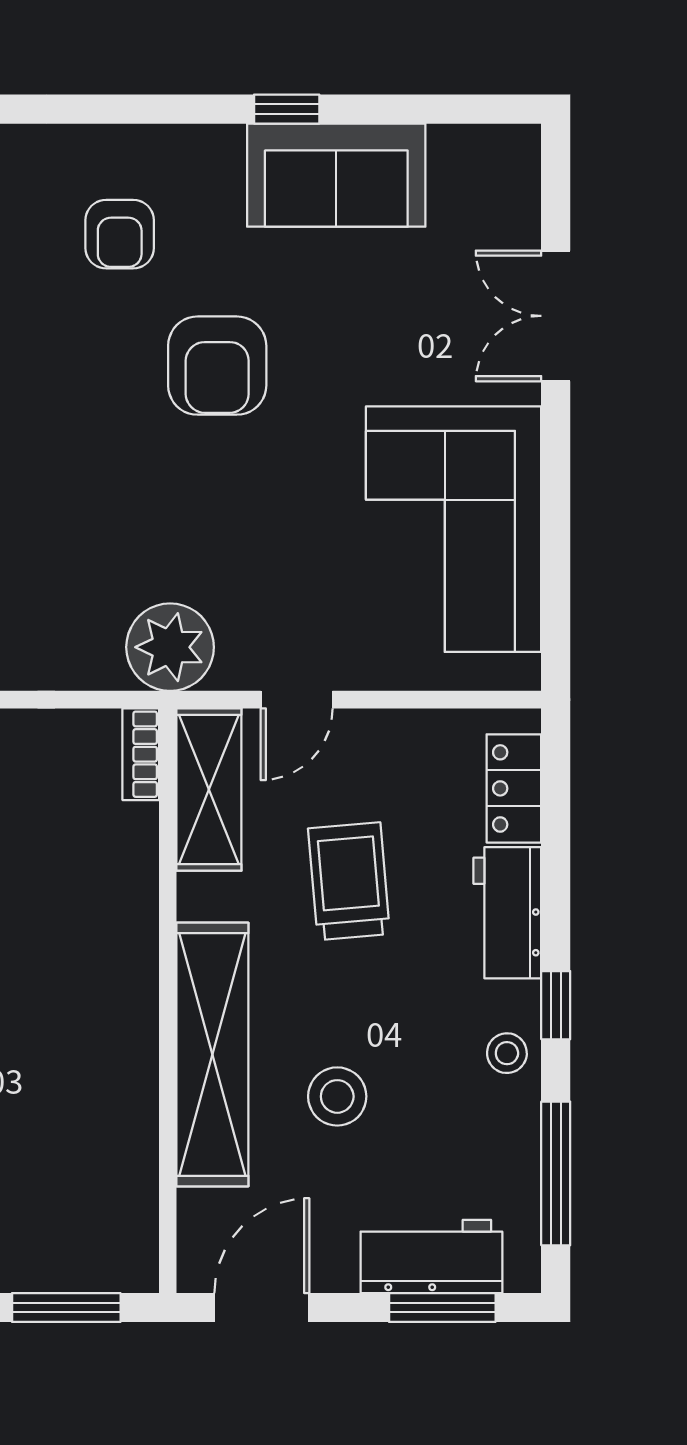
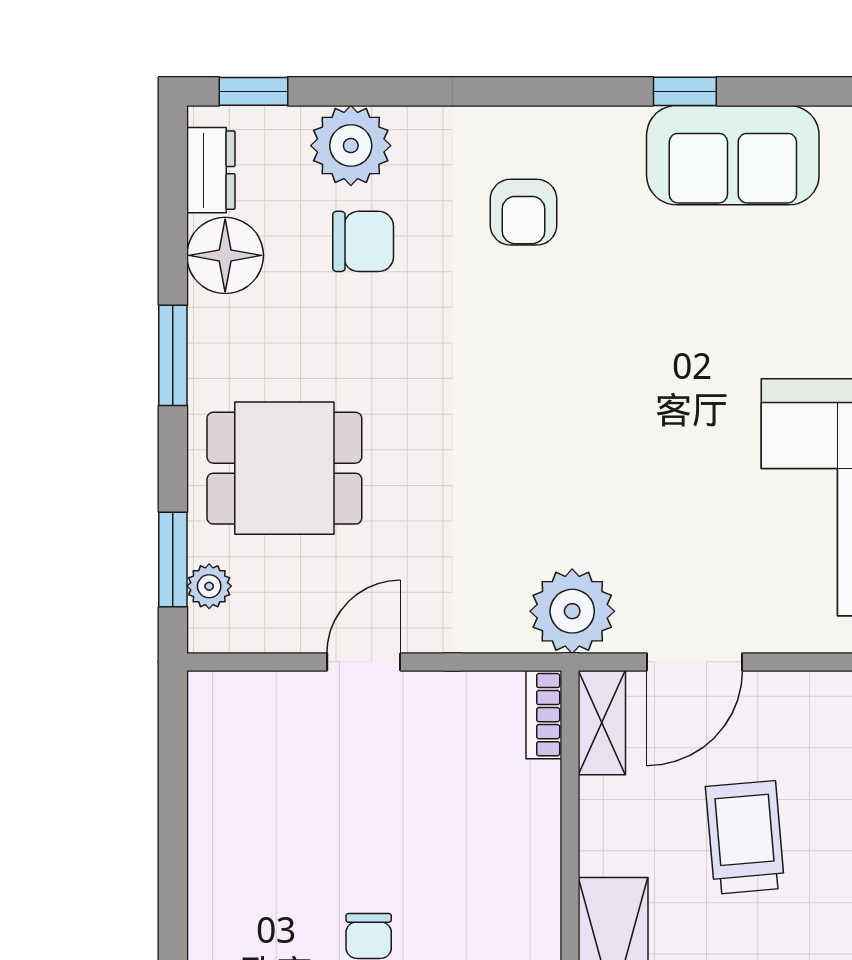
armchair: (217, 366) -> (618, 339), removed
door: (297, 700) -> (694, 662), width x1.38
shelving: (209, 789) -> (602, 723), width x0.67, depth x0.75

